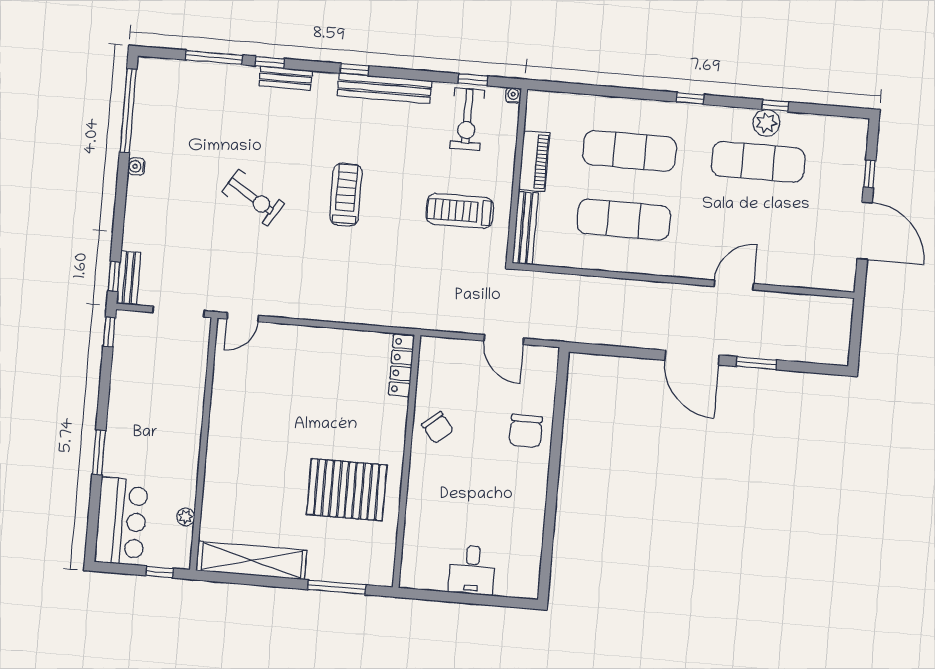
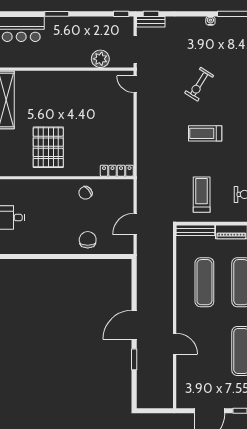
treadmill: (346, 195) -> (205, 133), turned 180
chair: (526, 431) -> (88, 240), turned 90
plant: (186, 517) -> (100, 59), moved, width x1.87, depth x1.87

